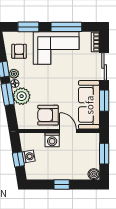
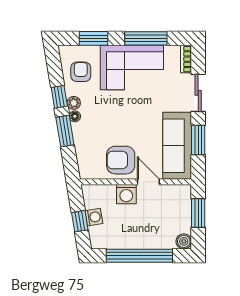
plant: (22, 96) -> (84, 134), removed
window: (62, 184) -> (139, 256), width x3.17

